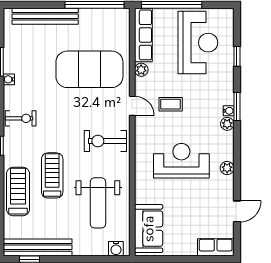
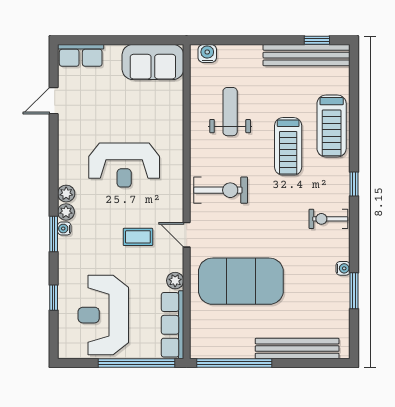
plant: (227, 168) -> (66, 194), moved
weight bench: (98, 203) -> (230, 112), width x0.73, depth x0.75
sofa: (149, 229) -> (153, 62), moved, turned -90

